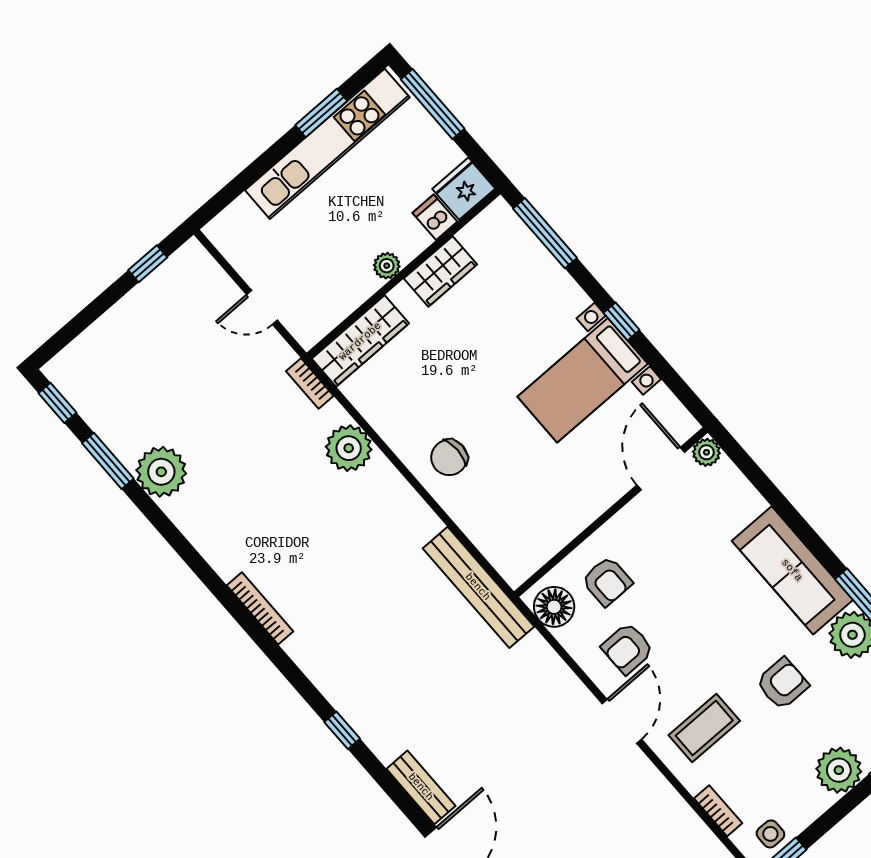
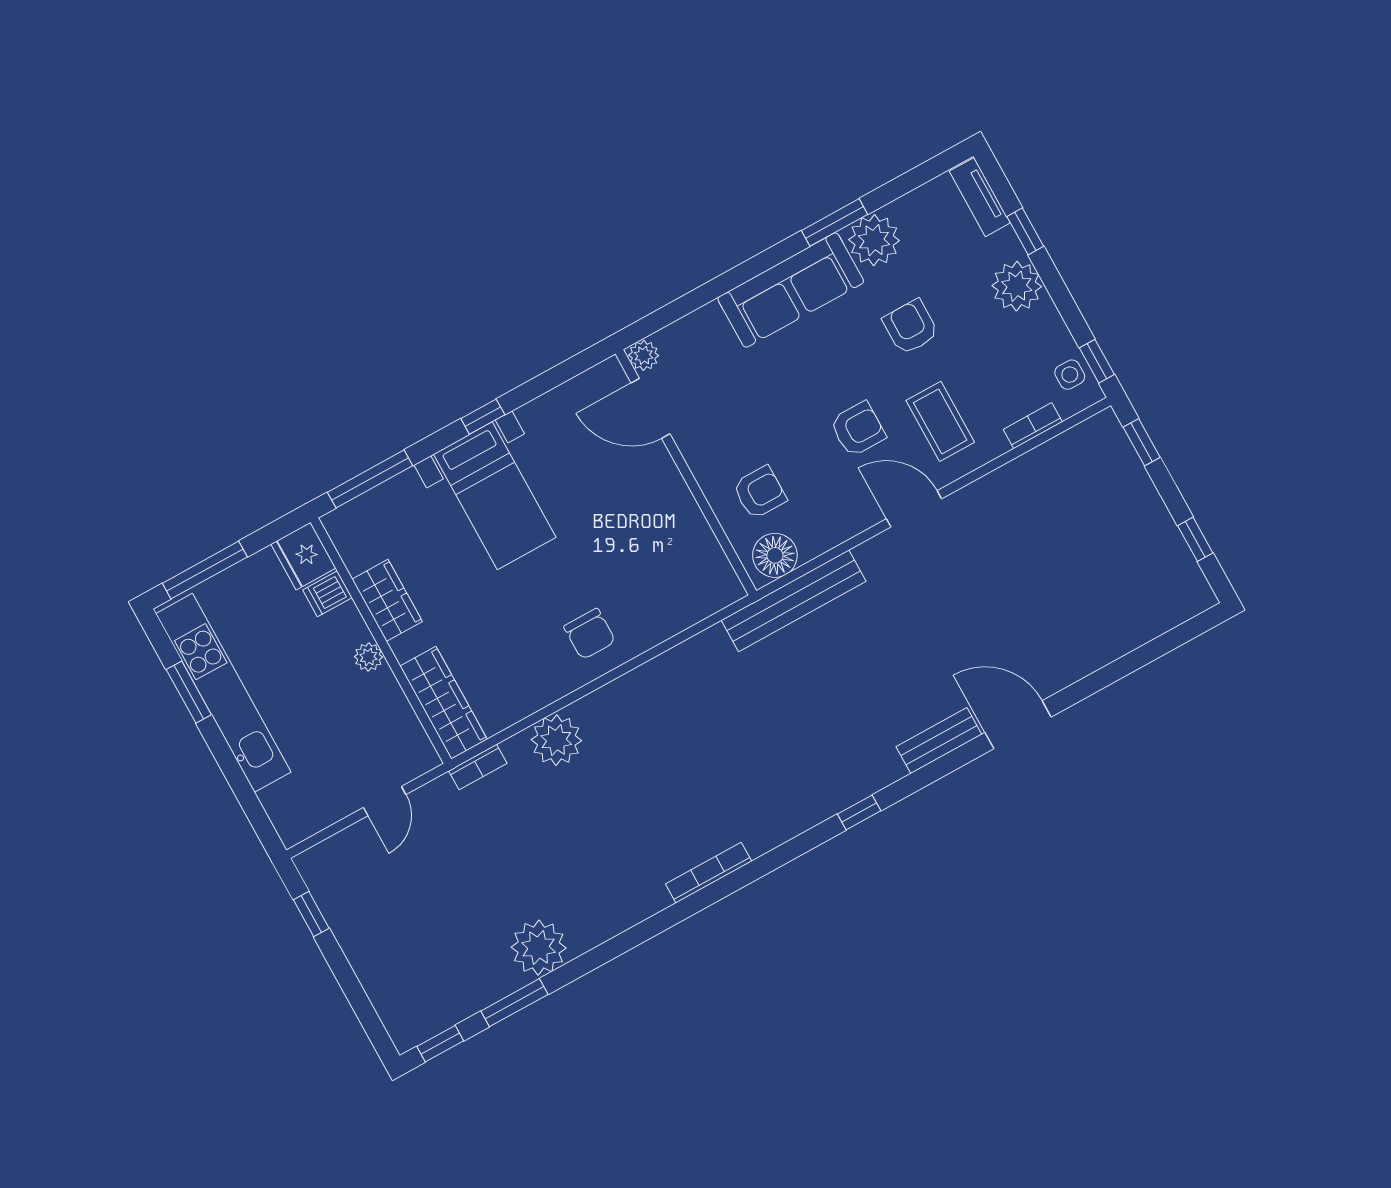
bed with nightstands: (583, 380) -> (495, 496), moved
bench: (478, 587) -> (794, 601), moved
armchair: (627, 648) -> (858, 429), moved, turned -90

